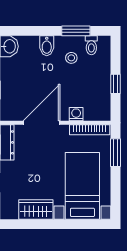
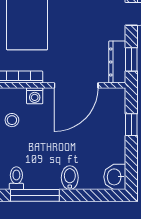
window: (76, 31) -> (35, 195), width x1.44
stool: (71, 58) -> (12, 120), moved

